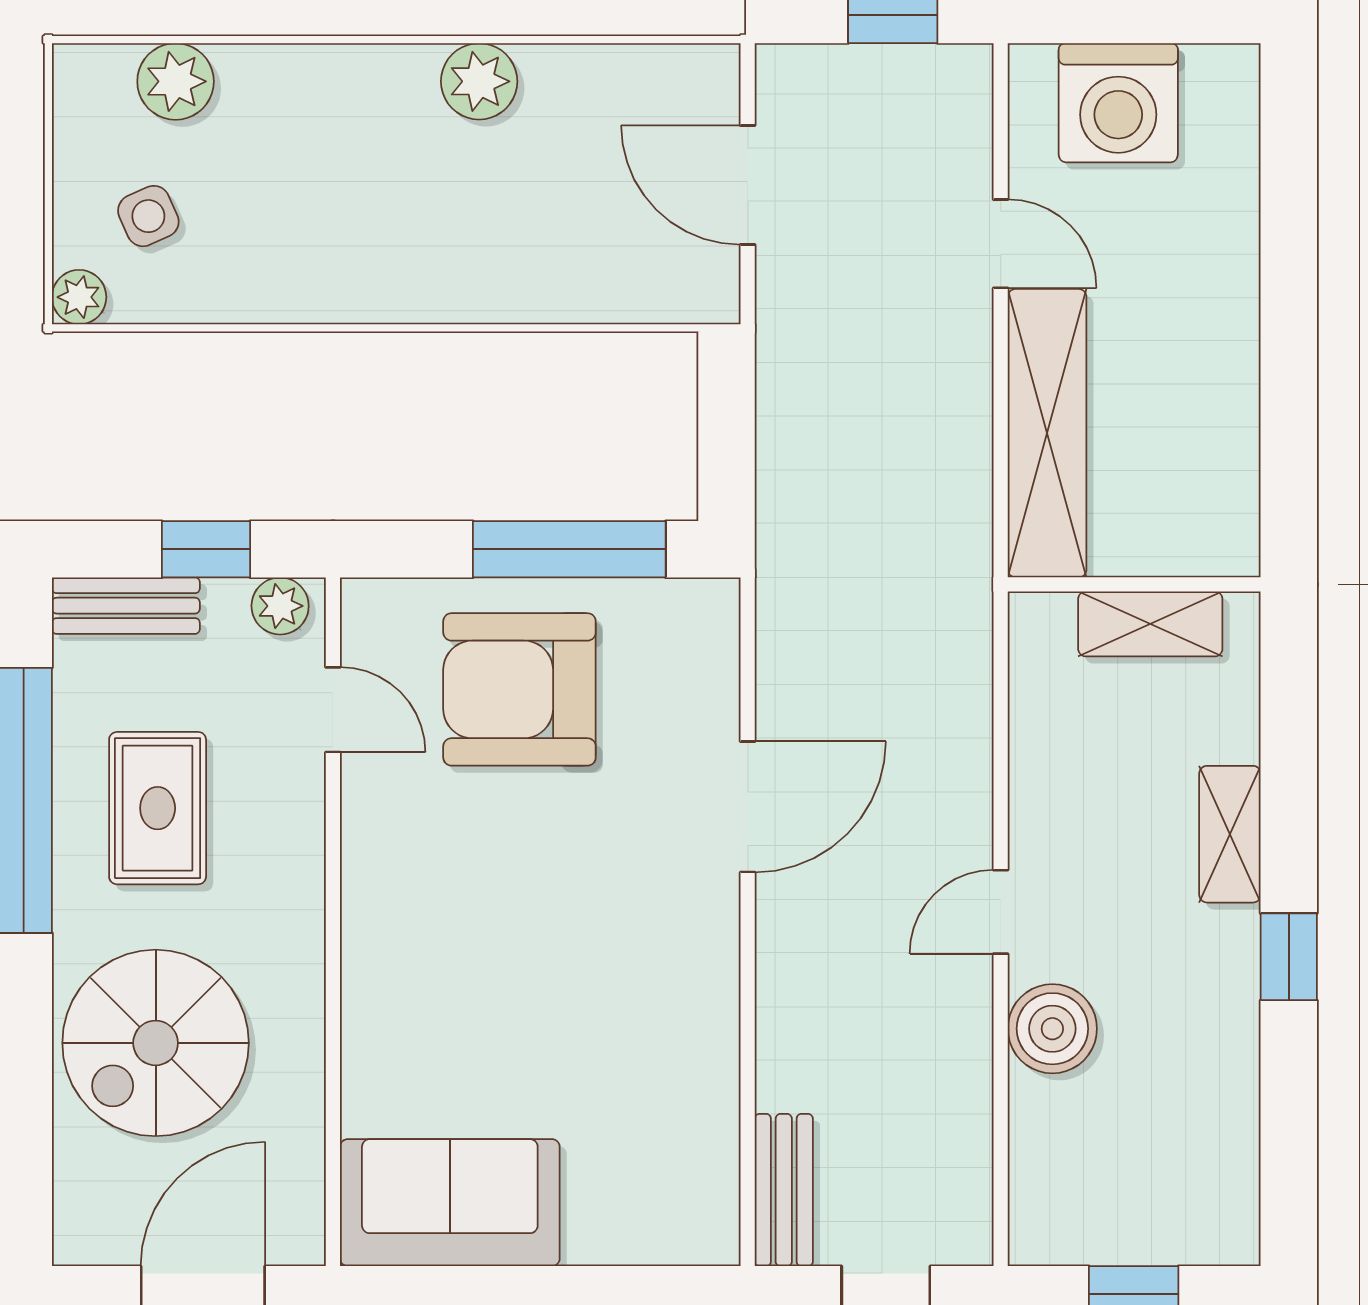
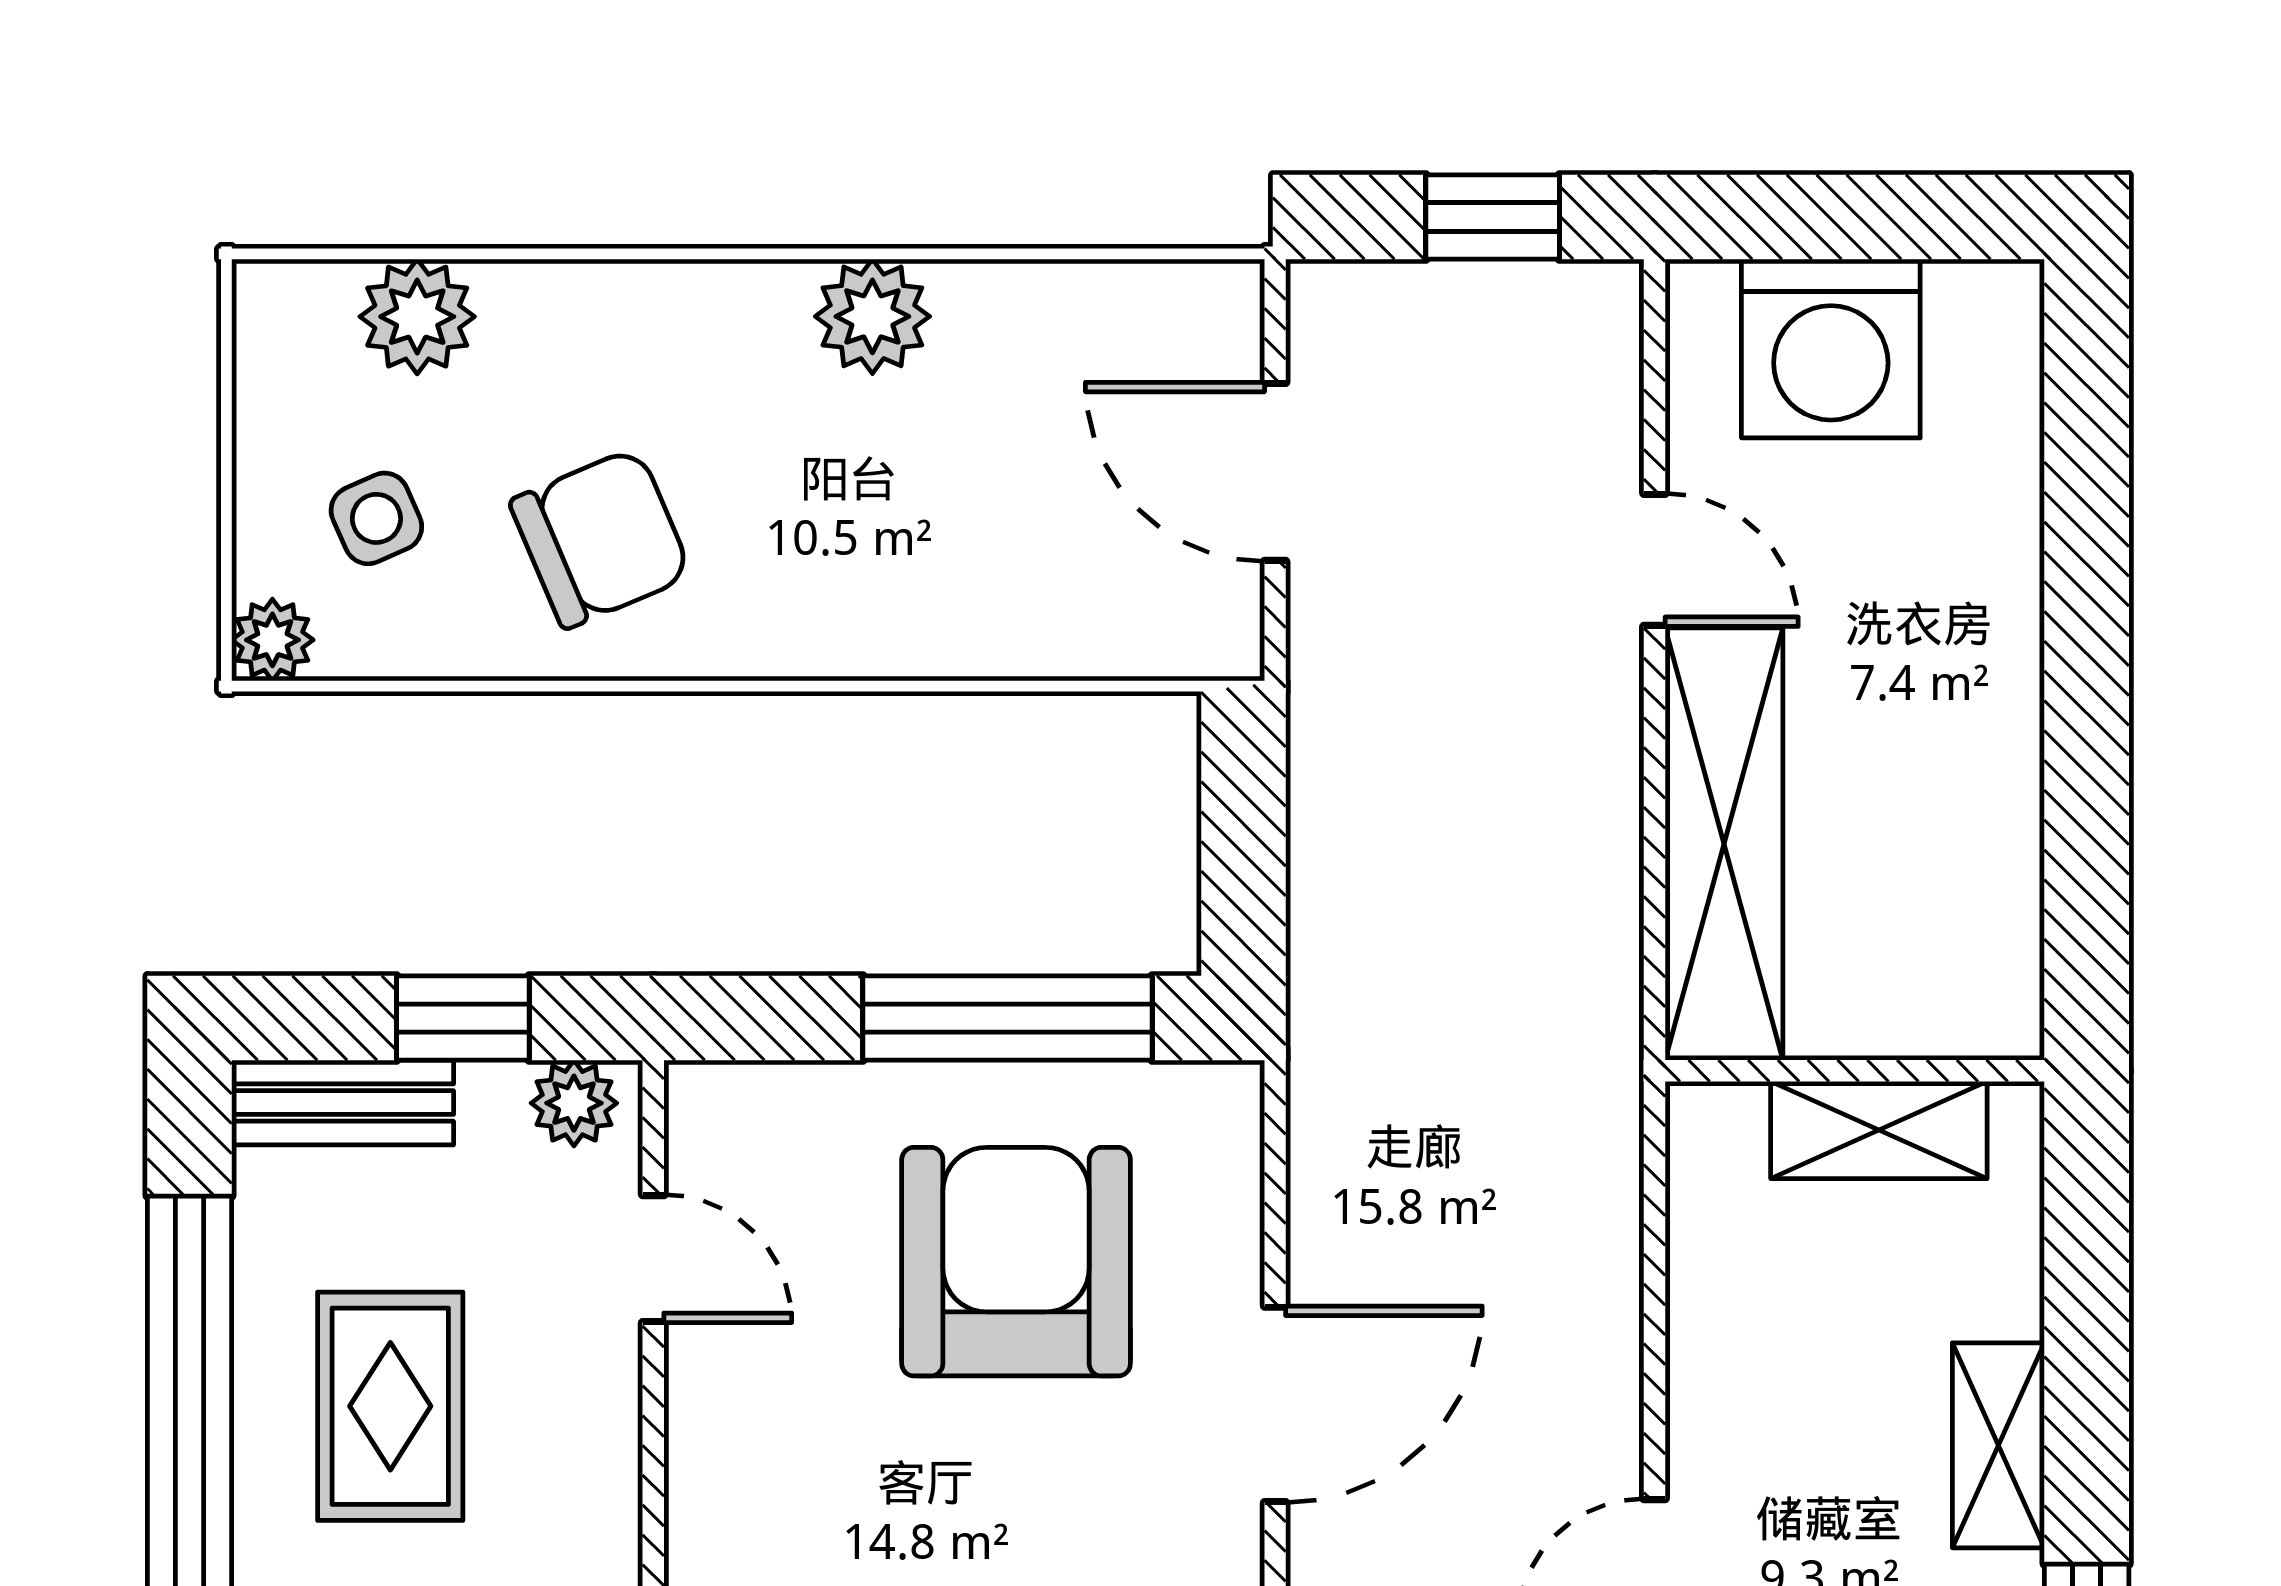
chair: (298, 229) -> (601, 538), added
armchair: (519, 689) -> (1016, 1262), moved, turned 90

